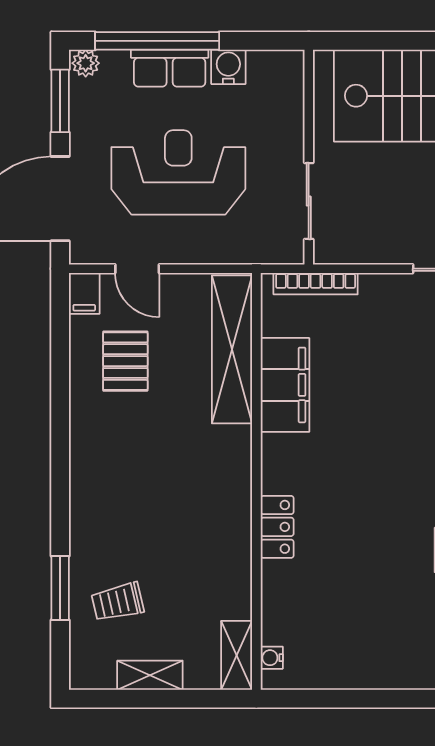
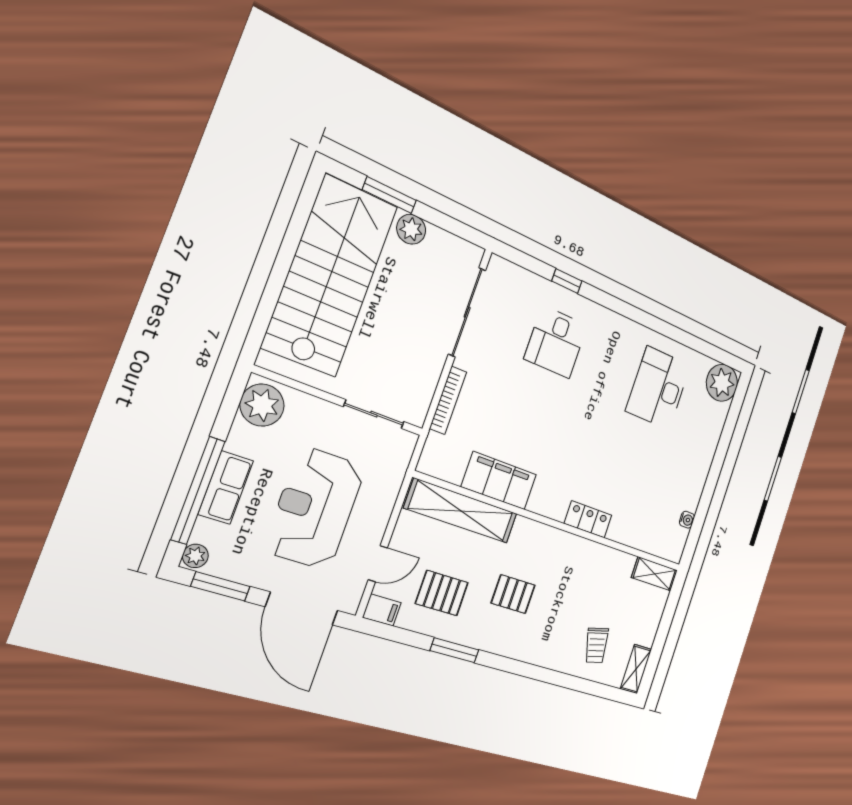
water cooler: (228, 67) -> (242, 439), removed
plant: (273, 74) -> (262, 405), added
bookcase: (316, 284) -> (448, 400), moved
pallet: (151, 457) -> (513, 594), added
window: (60, 588) -> (454, 650), moved
water cooler: (272, 658) -> (687, 520), moved, turned -90
shelving: (150, 675) -> (636, 669), moved

